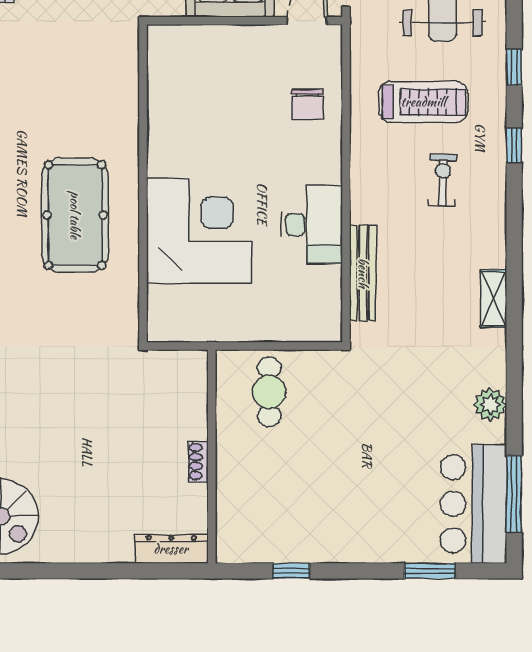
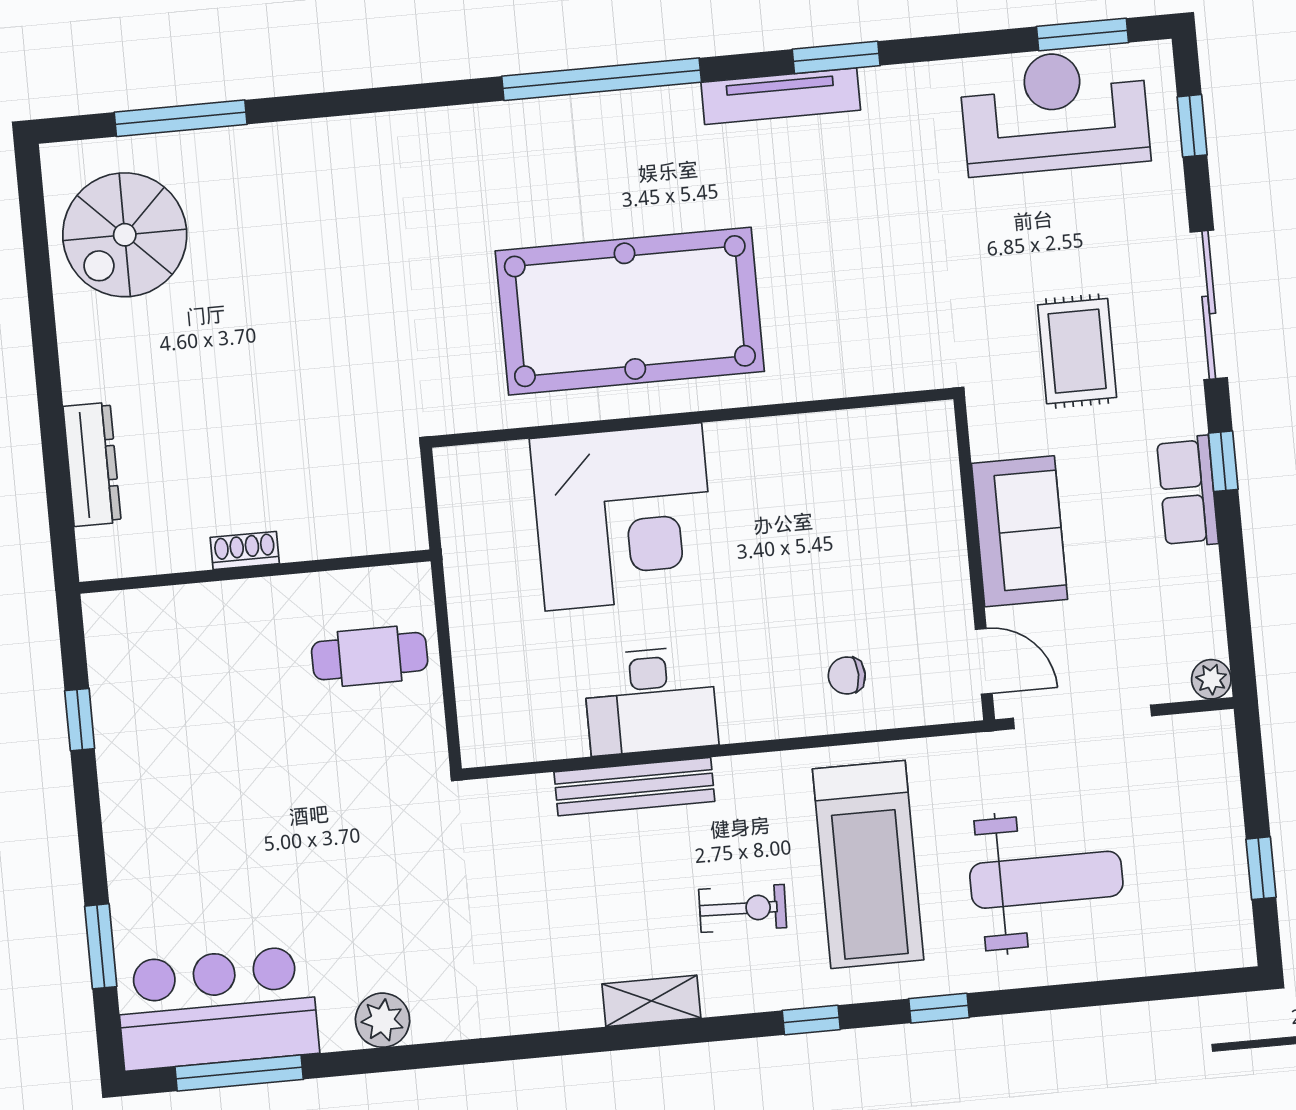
treadmill: (423, 102) -> (868, 864), width x1.37, depth x1.38
chair: (308, 104) -> (847, 675), width x0.73, depth x0.73
pool table: (75, 215) -> (630, 311), width x1.36, depth x1.32
bench: (363, 273) -> (634, 787), moved
shelving: (494, 298) -> (651, 1001), moved
dresser: (171, 549) -> (92, 464), moved

